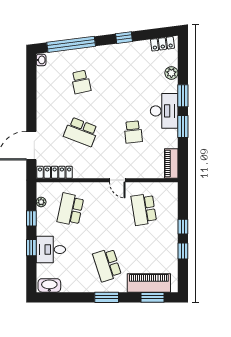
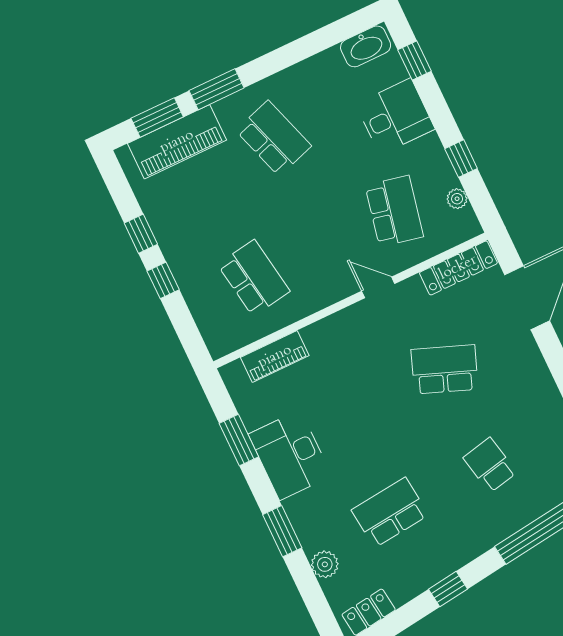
desk: (164, 111) -> (290, 455), moved
window: (183, 127) -> (239, 440), moved
school desk: (133, 132) -> (390, 513), moved, width x1.85
piano: (171, 163) -> (275, 357), moved, turned 90
door: (117, 180) -> (378, 287), moved
window: (31, 248) -> (415, 61), moved
window: (107, 297) -> (217, 89), moved

